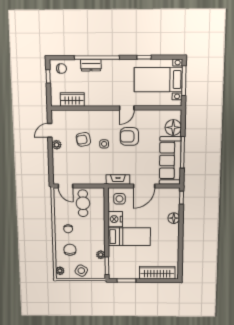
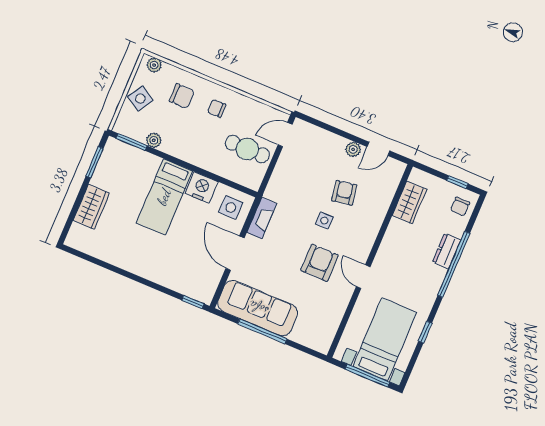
floor lamp: (173, 127) -> (306, 333), removed
door: (50, 130) -> (378, 149), swing flipped
floor lamp: (174, 218) -> (166, 277), removed
wardrobe: (157, 273) -> (91, 207), width x0.67

